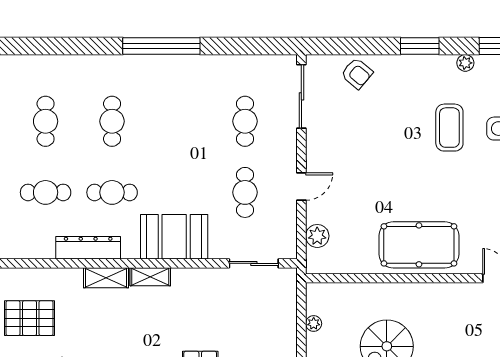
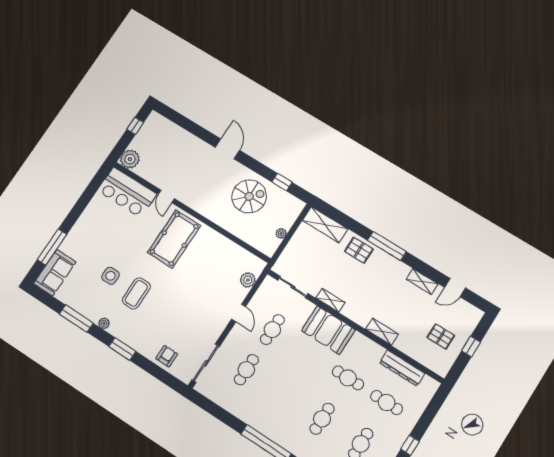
armchair: (357, 73) -> (167, 356), turned 50
door: (301, 187) -> (239, 313), swing flipped
pool table: (419, 245) -> (174, 239), moved, turned 90
dresser: (88, 248) -> (402, 368), moved
shelving: (150, 277) -> (330, 300), moved
pallet: (30, 318) -> (441, 336), width x0.67, depth x0.71

